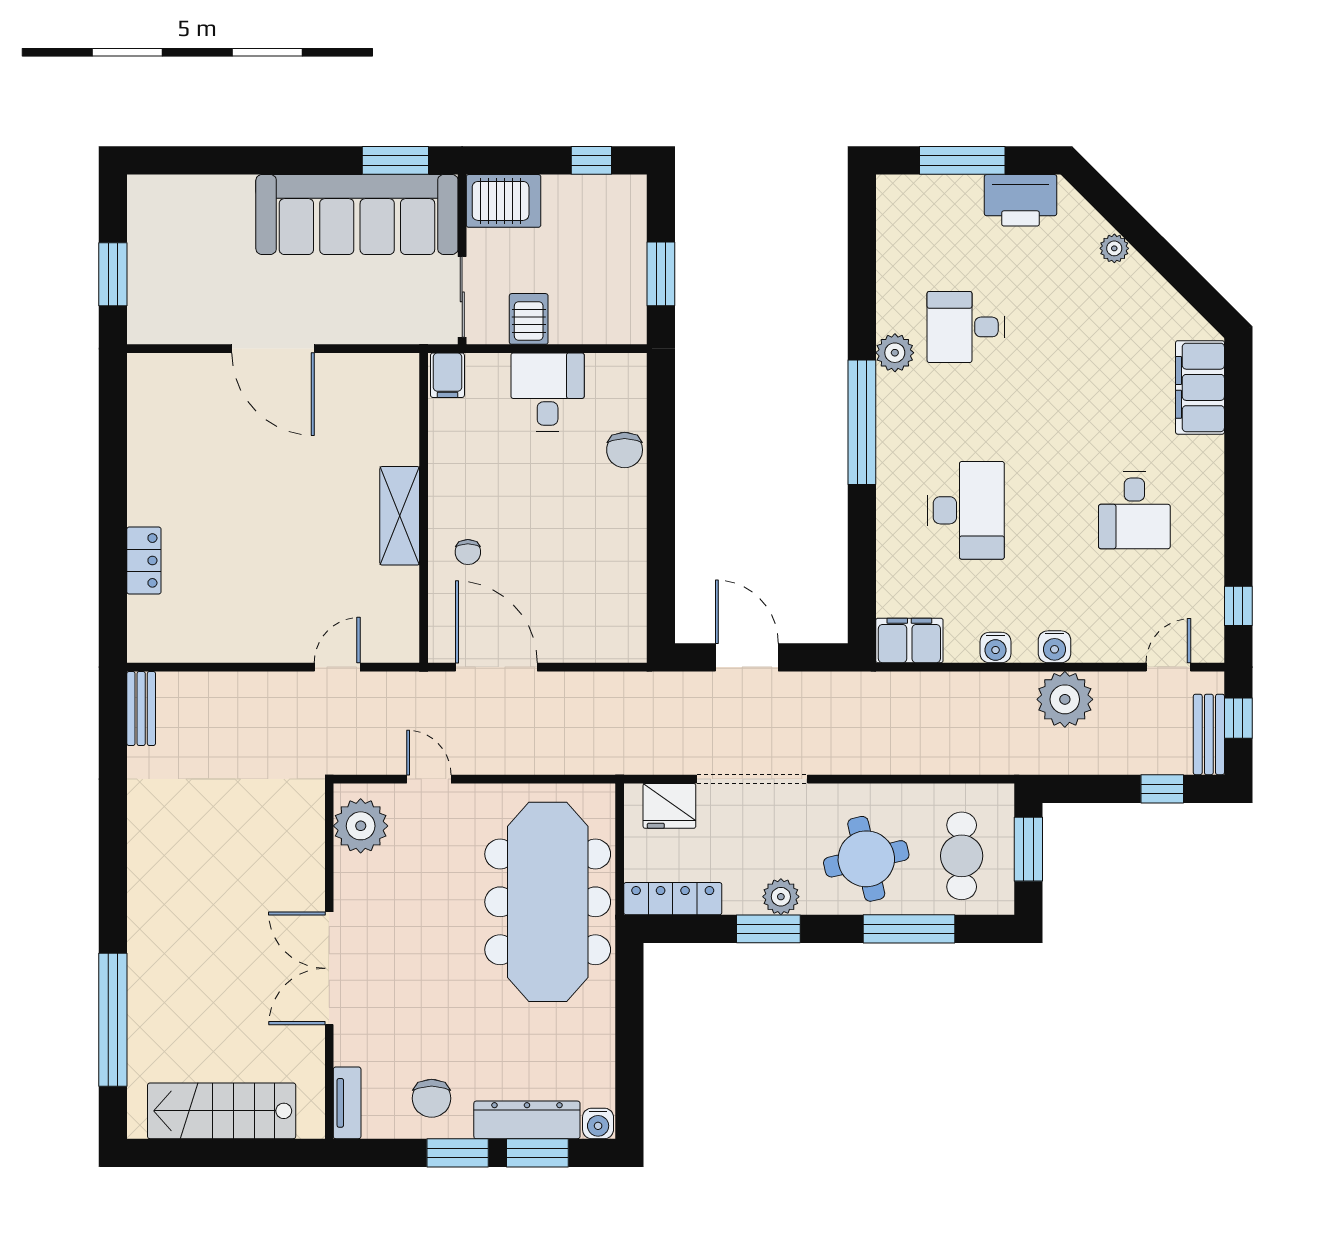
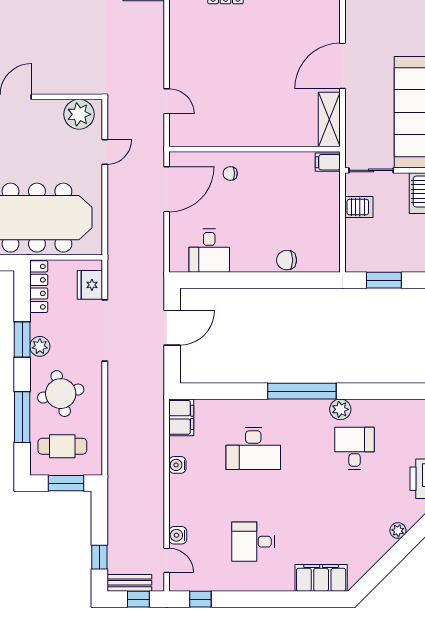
desk: (548, 392) -> (209, 251), moved, turned 90
shelving: (400, 516) -> (329, 119), moved, turned 90
water cooler: (1054, 647) -> (178, 535), moved
plant: (1065, 699) -> (149, 503), removed

